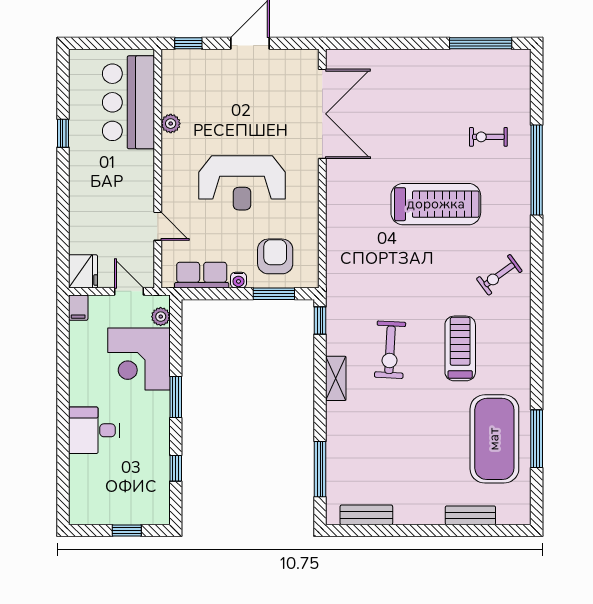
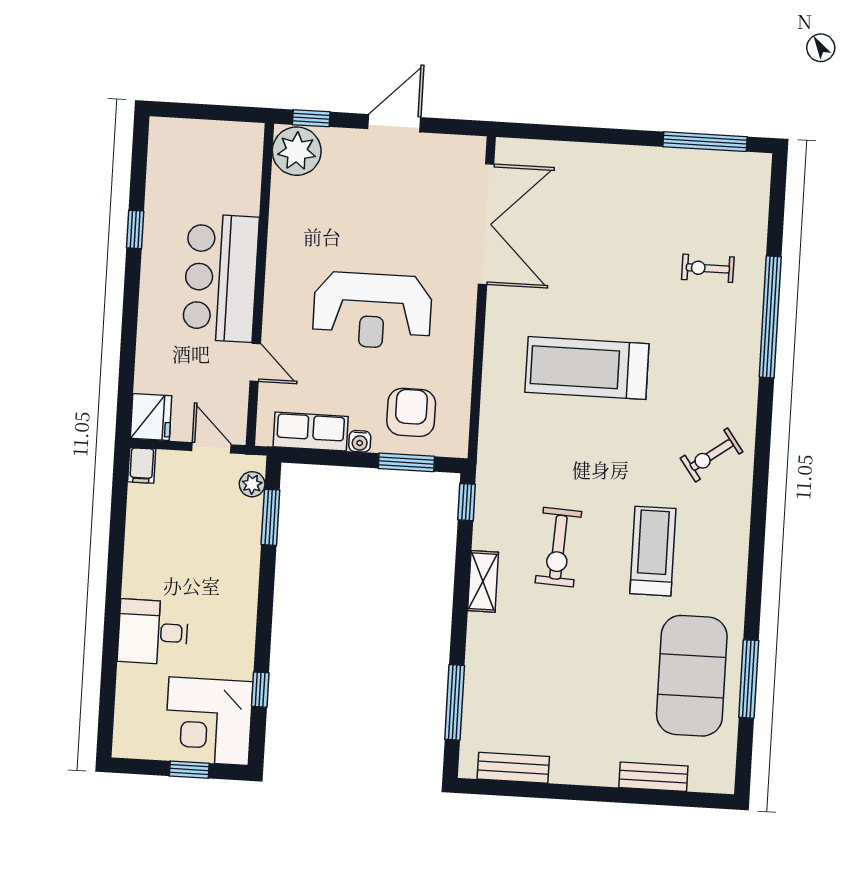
bar counter: (128, 102) -> (221, 278), moved
plant: (171, 124) -> (297, 151), moved, width x1.87, depth x1.87
treadmill: (436, 204) -> (587, 368), moved, turned 180
corner desk: (139, 359) -> (209, 721), moved
window: (176, 397) -> (270, 517), moved

